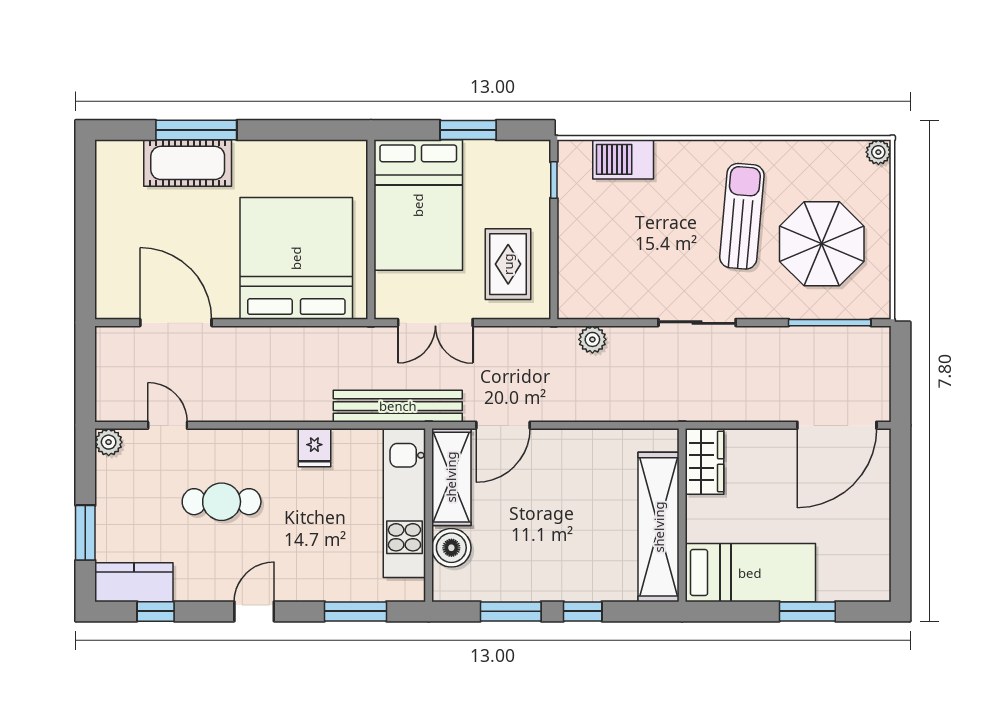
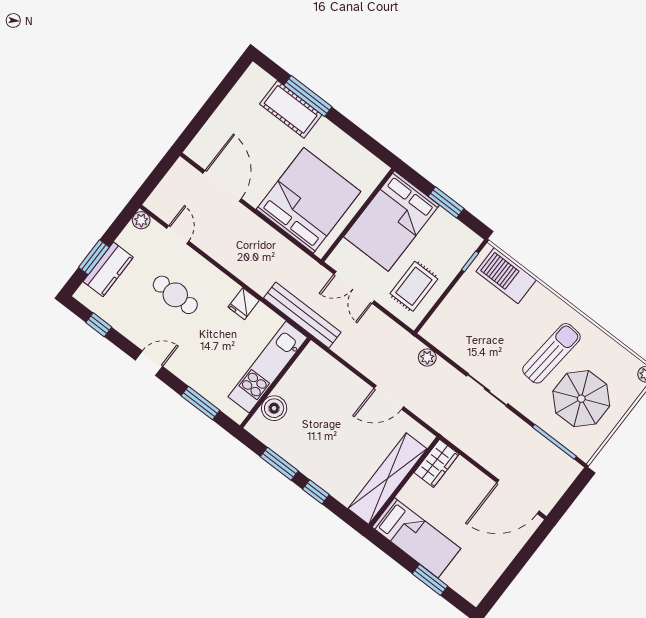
barbecue: (623, 159) -> (506, 276), width x1.37, depth x1.21
door: (503, 425) -> (389, 397), moved
shelving: (451, 477) -> (302, 372), removed
kitchen counter: (134, 582) -> (108, 269), moved, turned 90

